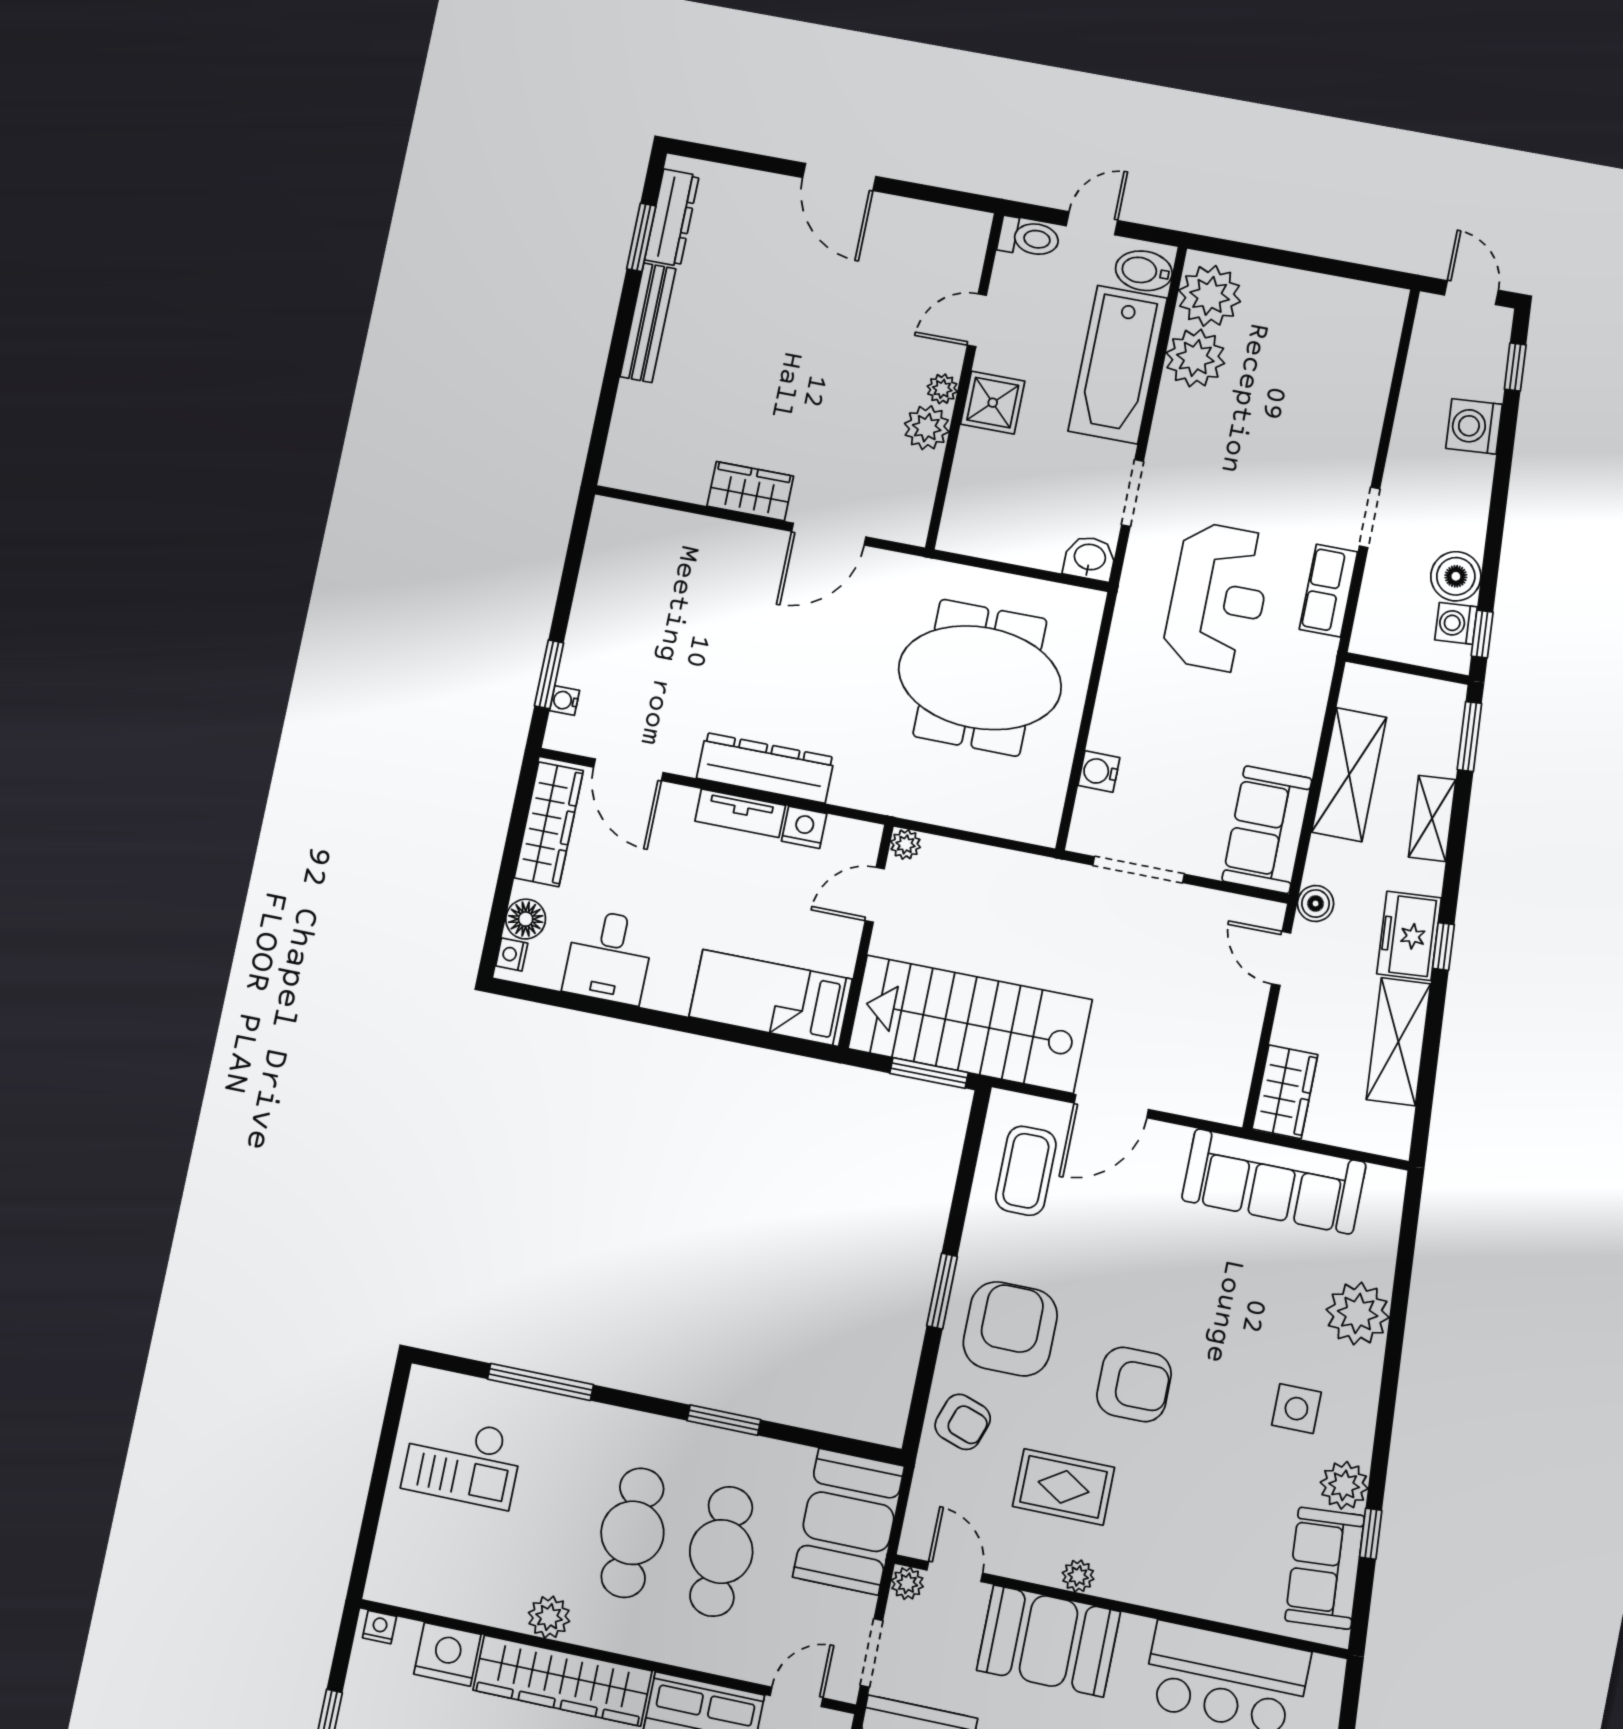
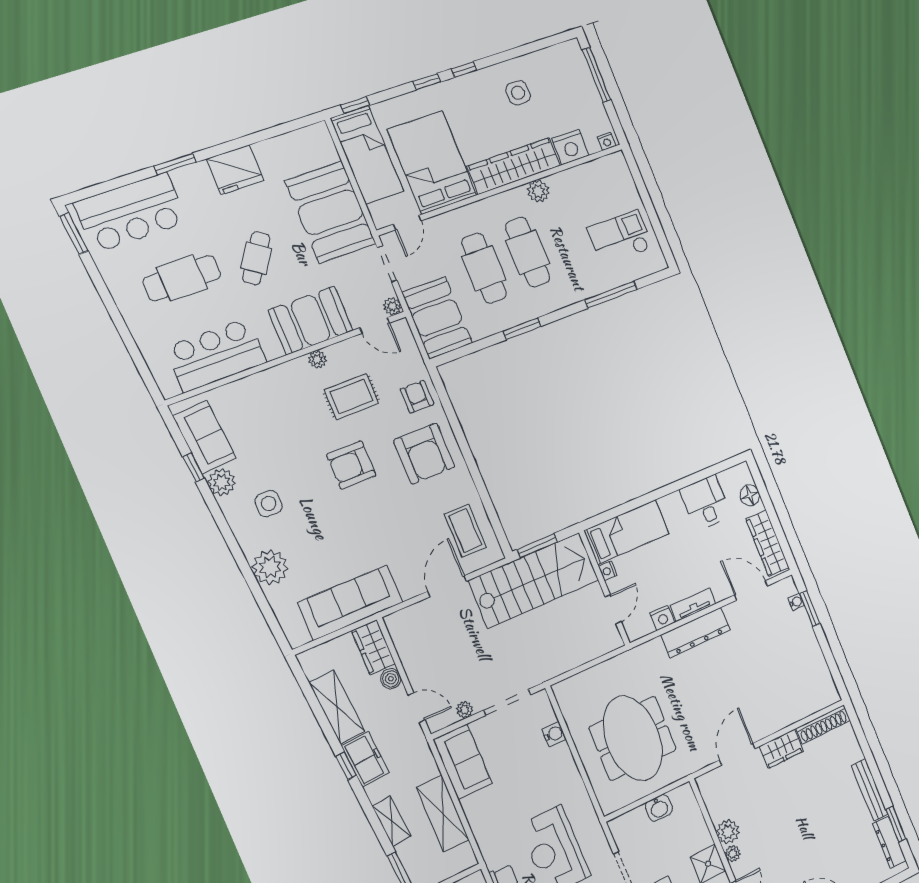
shoe rack: (654, 479) -> (823, 725), added
washbasin: (1090, 558) -> (659, 808), moved
meeting table: (980, 678) -> (633, 738), turned 90
plant: (906, 844) -> (465, 710), moved
boiler: (1316, 904) -> (391, 679), moved
nightstand: (512, 954) -> (608, 571), moved, turned 180
window: (942, 1291) -> (466, 451), removed
armchair: (963, 1422) -> (417, 397), turned 71

